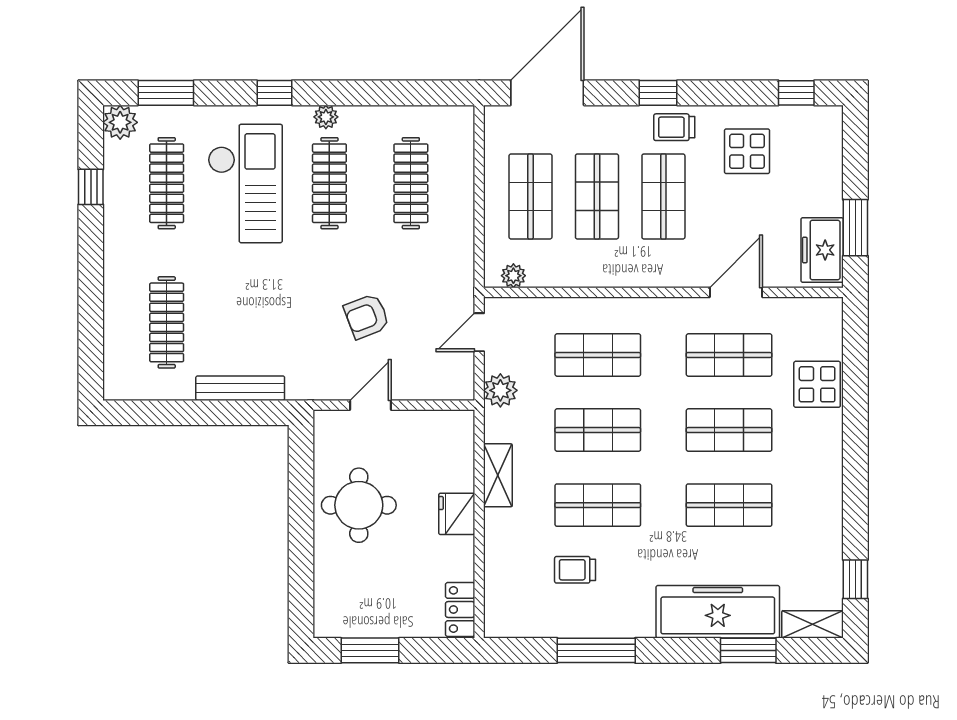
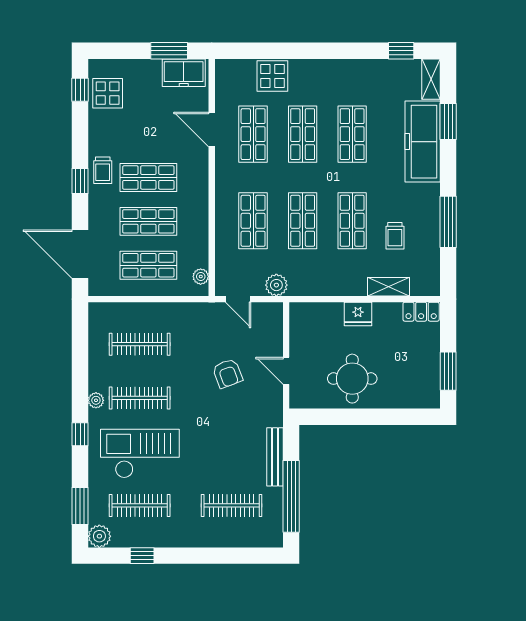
display table: (747, 151) -> (108, 93), moved
window: (180, 413) -> (291, 496), added
shelving: (498, 475) -> (388, 287), moved

